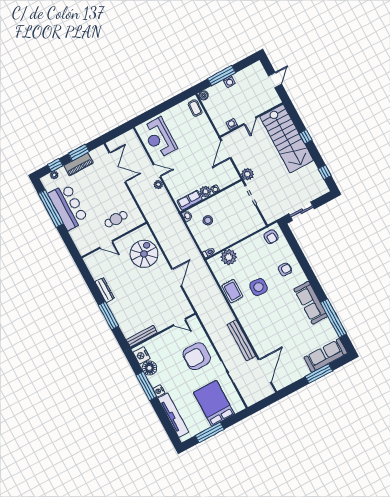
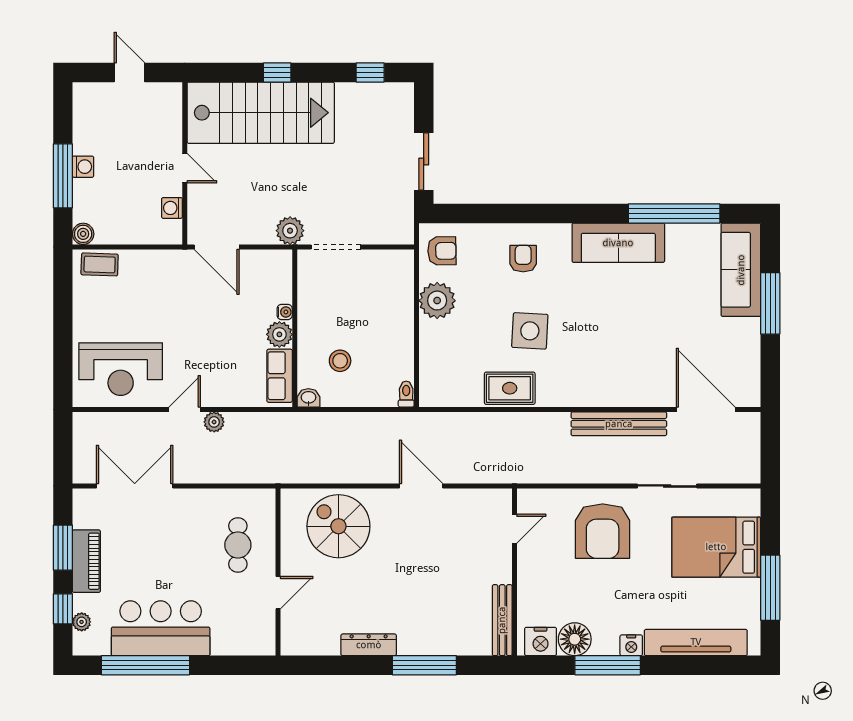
plant: (229, 257) -> (437, 301), moved

